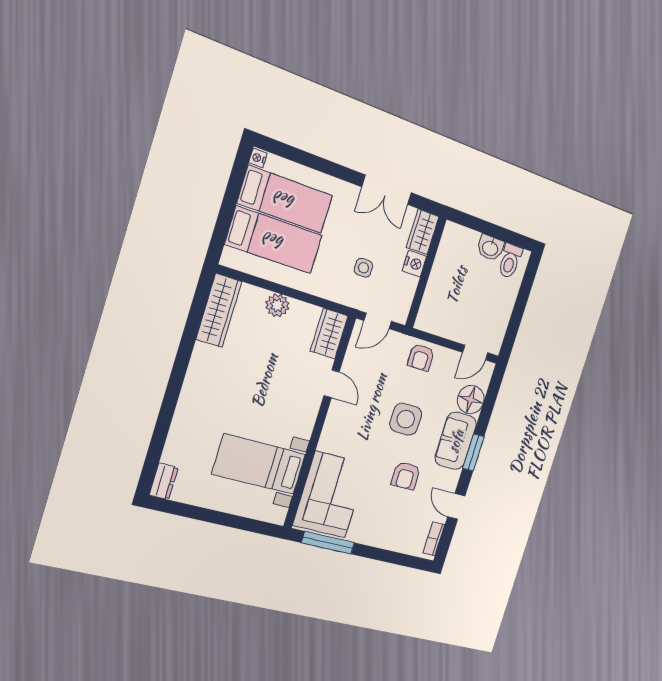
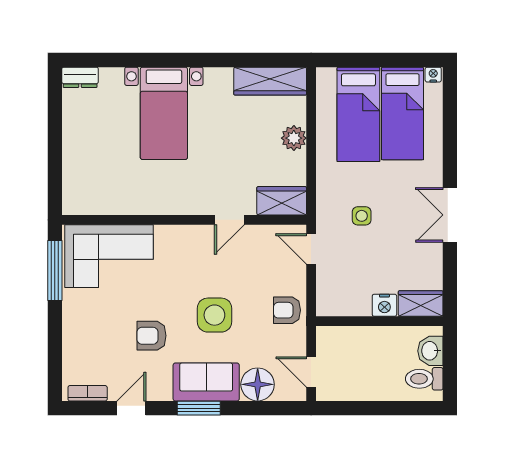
wardrobe: (423, 232) -> (421, 303), moved
nightstand: (414, 264) -> (384, 305), moved
wall: (426, 273) -> (379, 321), moved
bed with nightstands: (259, 464) -> (164, 113), moved, turned 180

